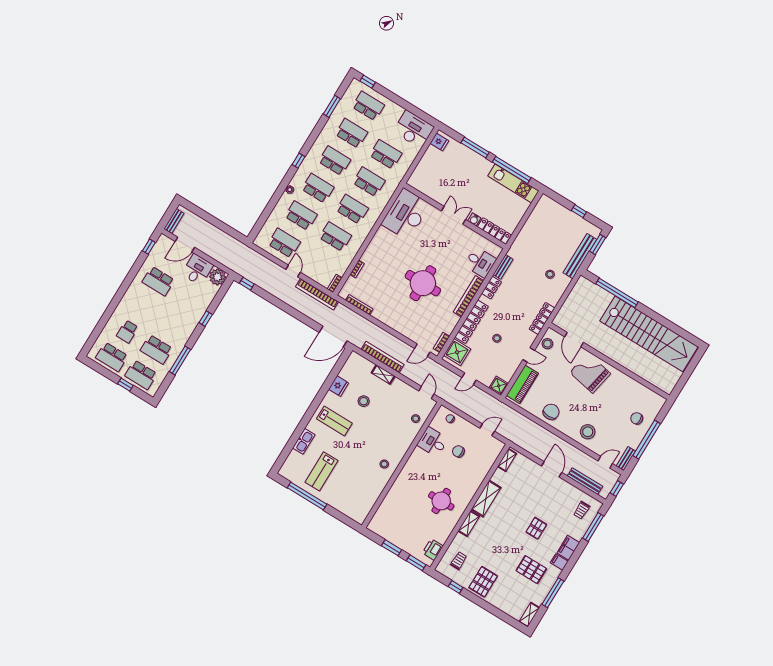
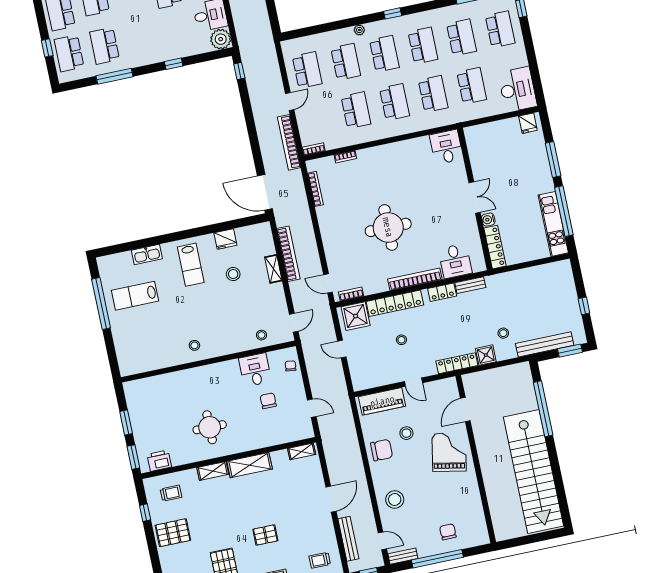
desk: (406, 214) -> (446, 147), width x0.53, depth x0.77
stool: (547, 344) -> (406, 433), moved
shower: (499, 386) -> (486, 355), moved

